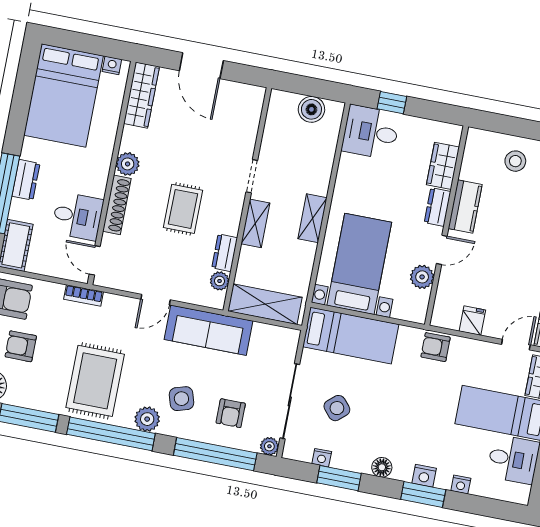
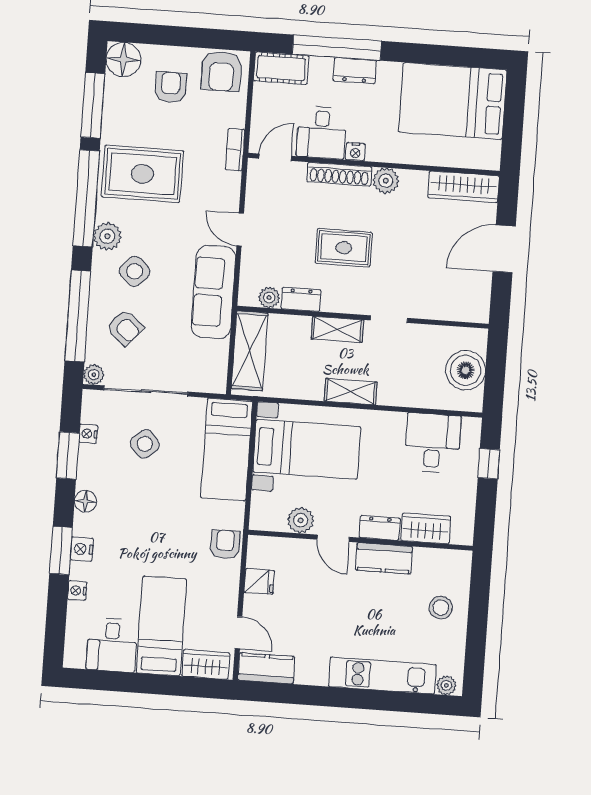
nightstand: (112, 65) -> (355, 152), moved, turned 90
boiler: (311, 109) -> (466, 370), width x1.37, depth x1.37
desk: (371, 132) -> (433, 443), moved
side table: (181, 399) -> (134, 271), turned -30
armchair: (231, 413) -> (125, 328), turned -139

